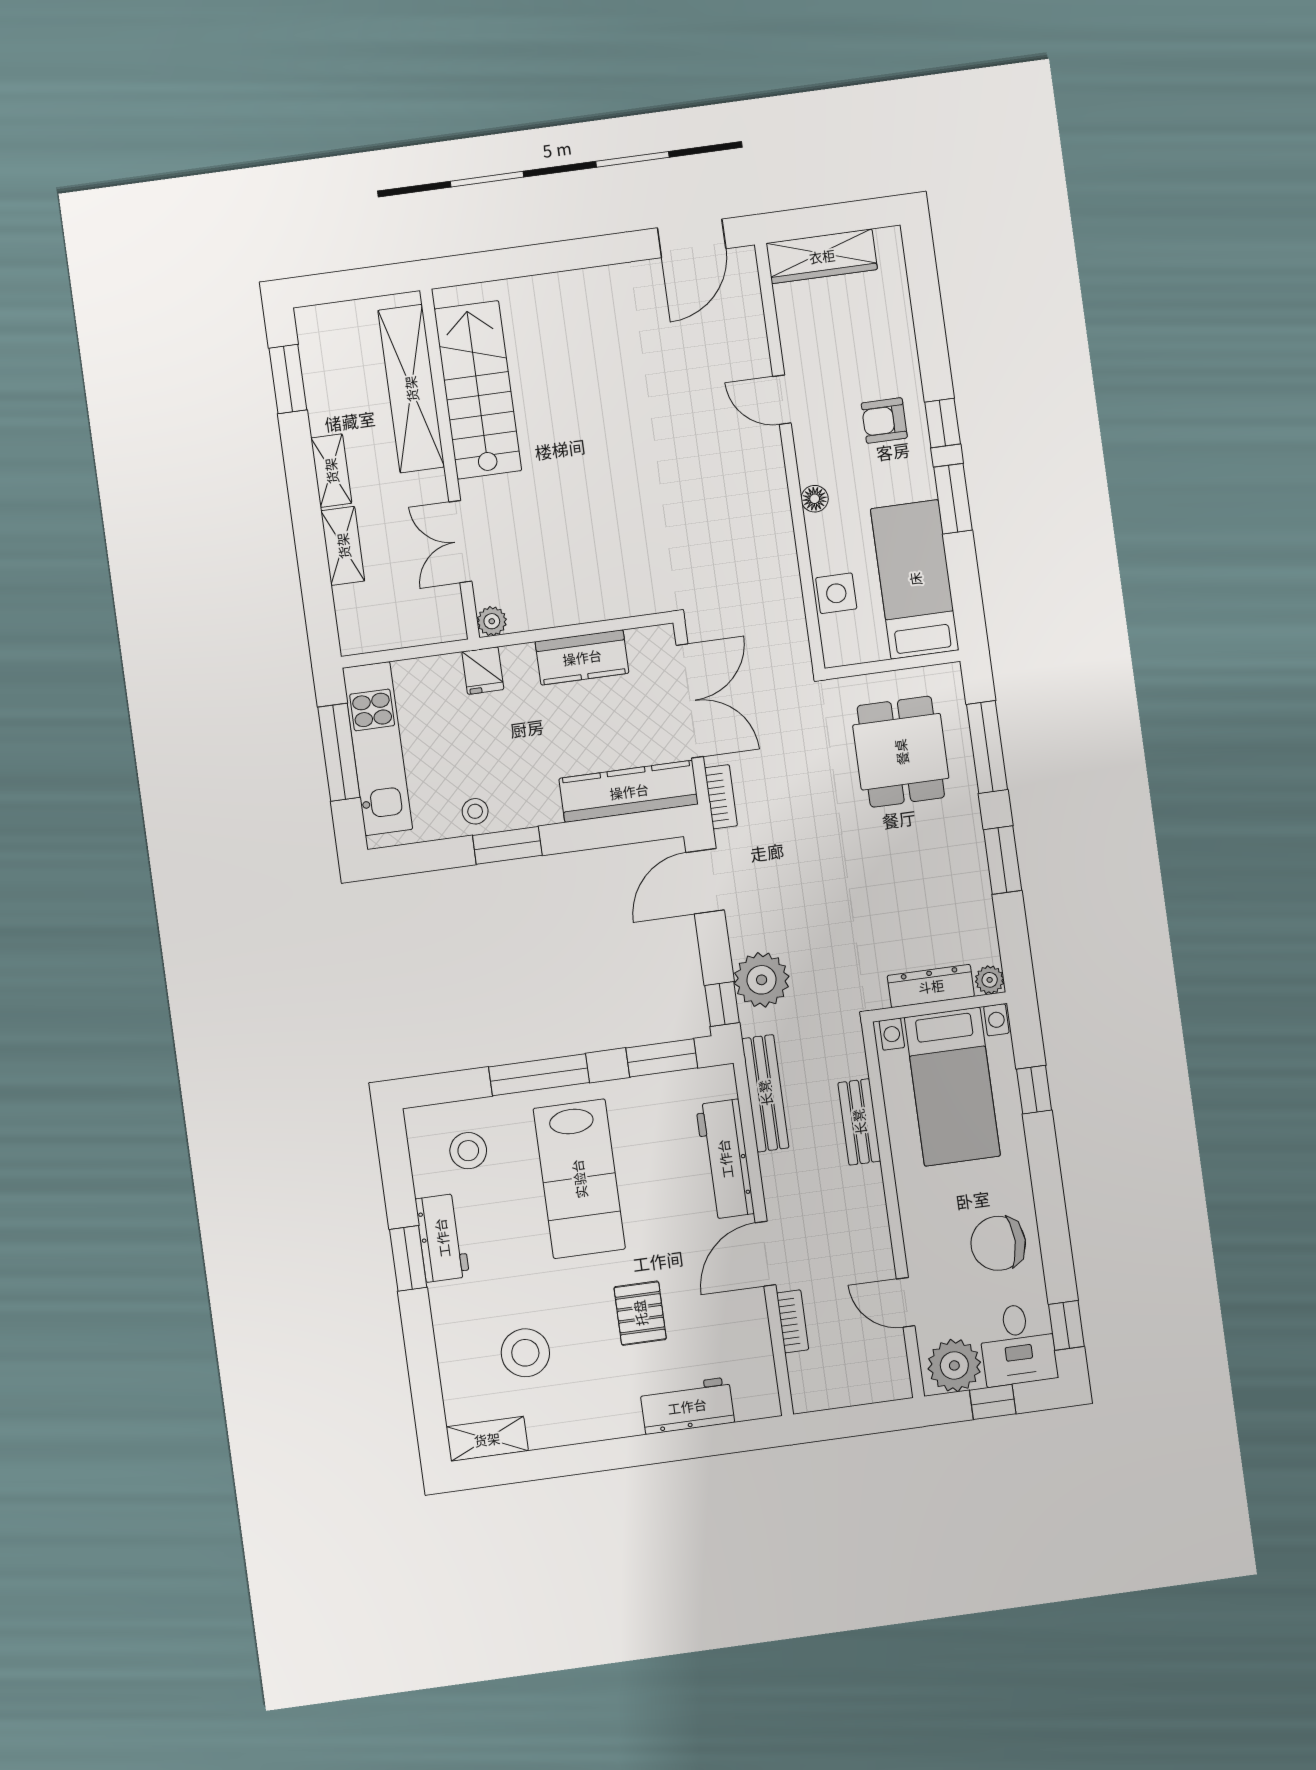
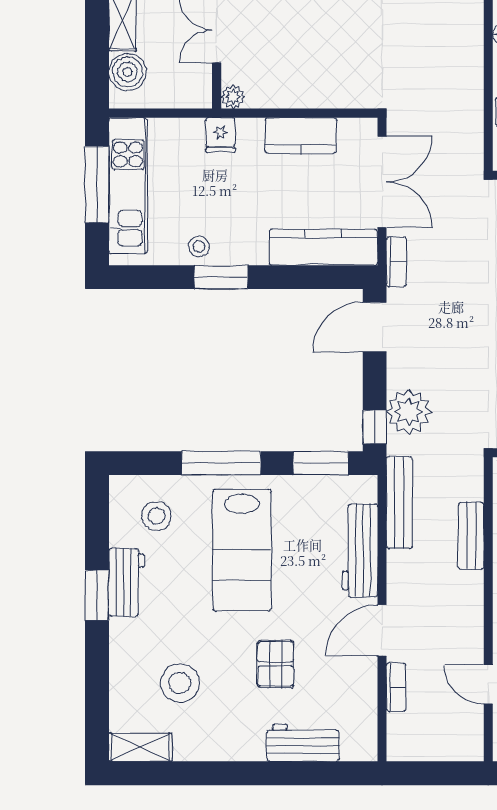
boiler: (358, 608) -> (127, 72), added

